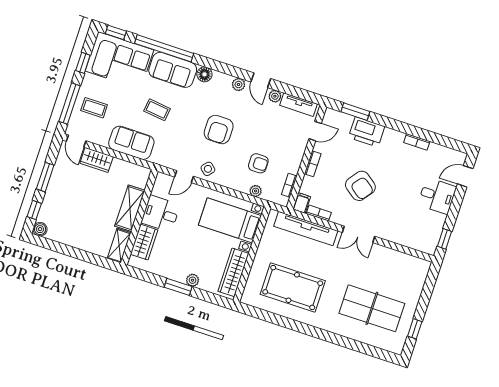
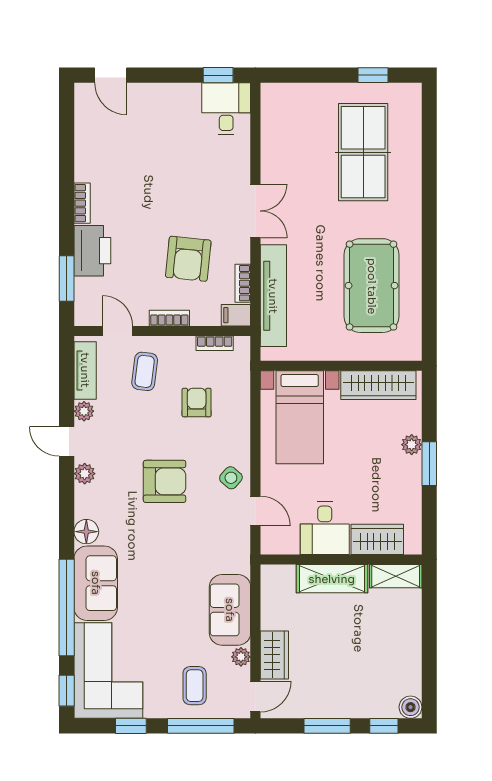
door: (261, 80) -> (67, 441), swing flipped
coffee table: (157, 110) -> (145, 371), moved
bookcase: (417, 142) -> (82, 203), moved
armchair: (360, 186) -> (188, 259), moved, turned 149
plant: (256, 191) -> (241, 657), moved
desk: (437, 196) -> (226, 109), moved

